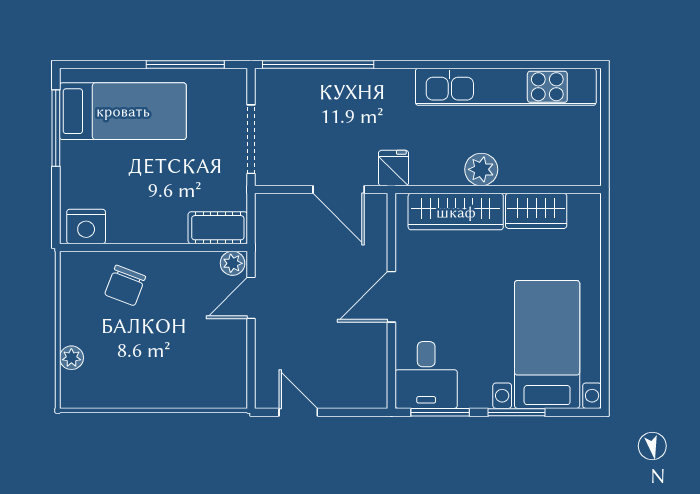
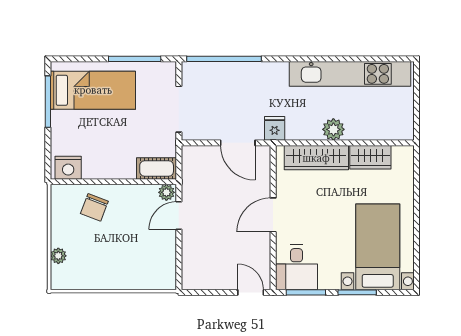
door: (298, 412) -> (251, 292), moved

